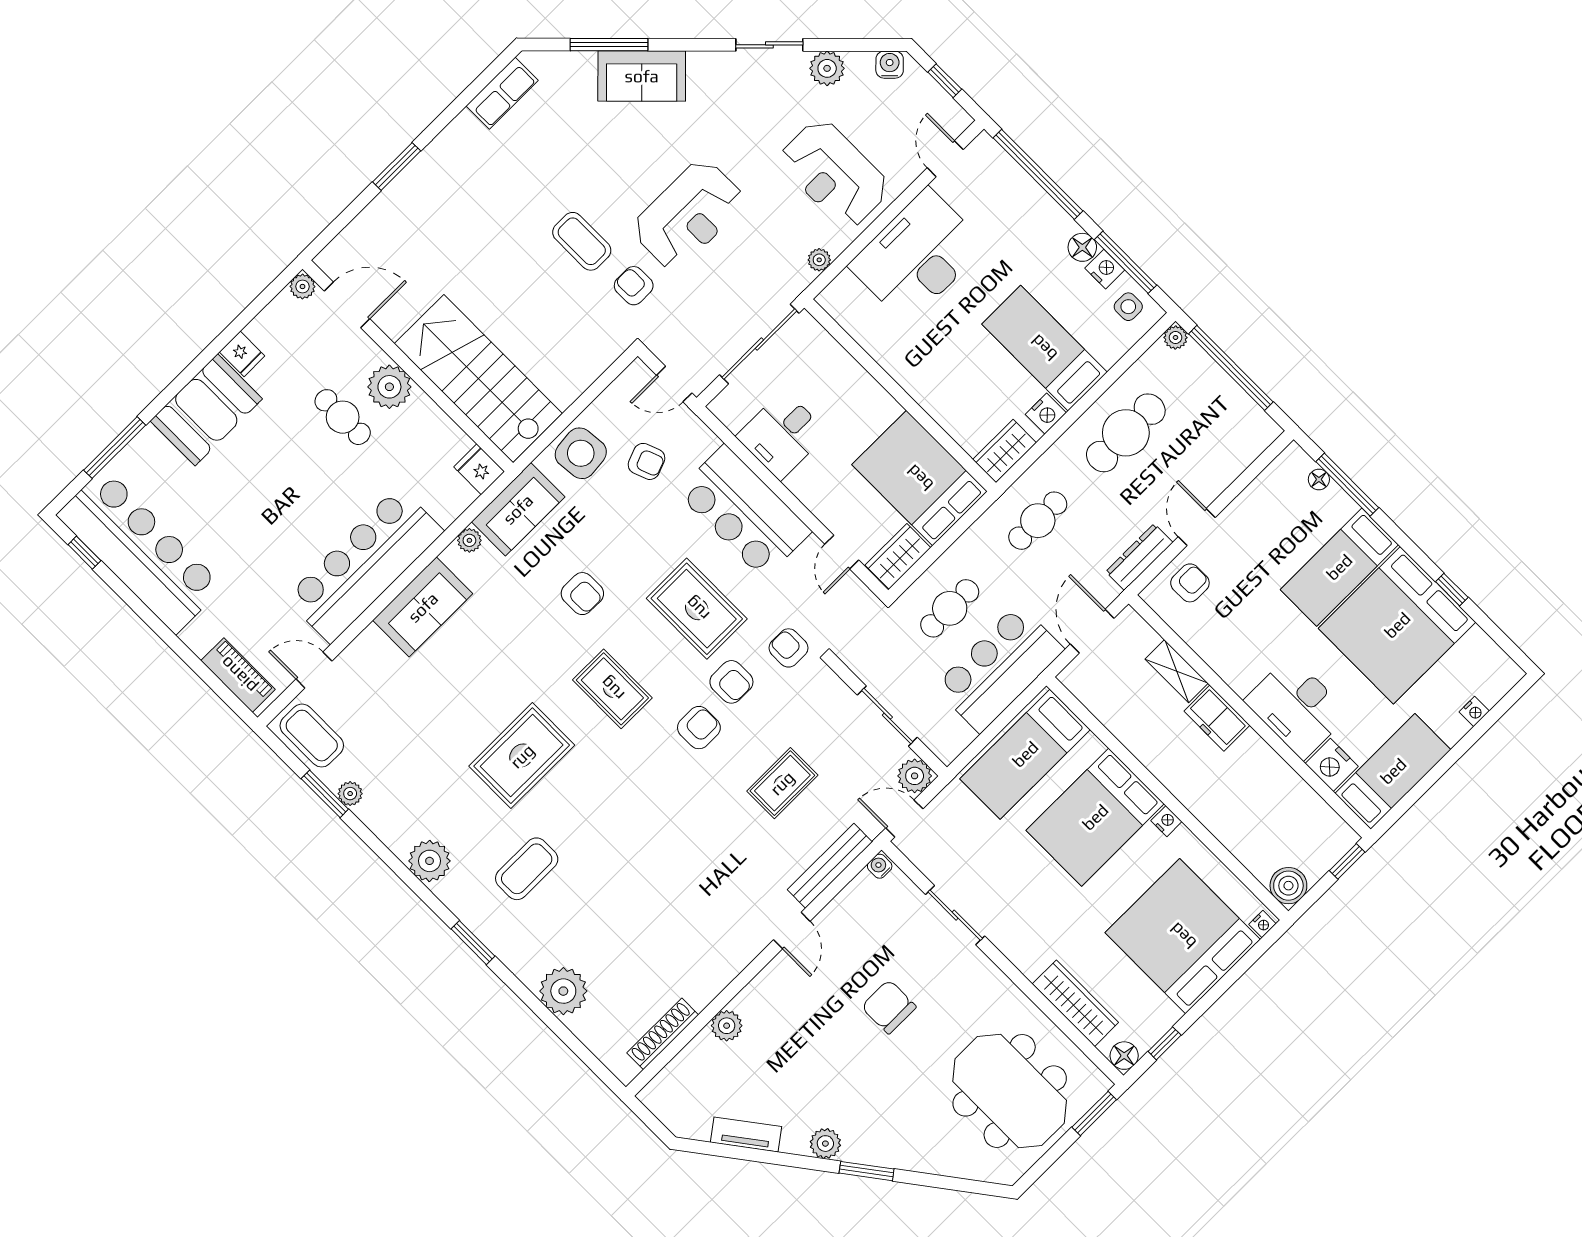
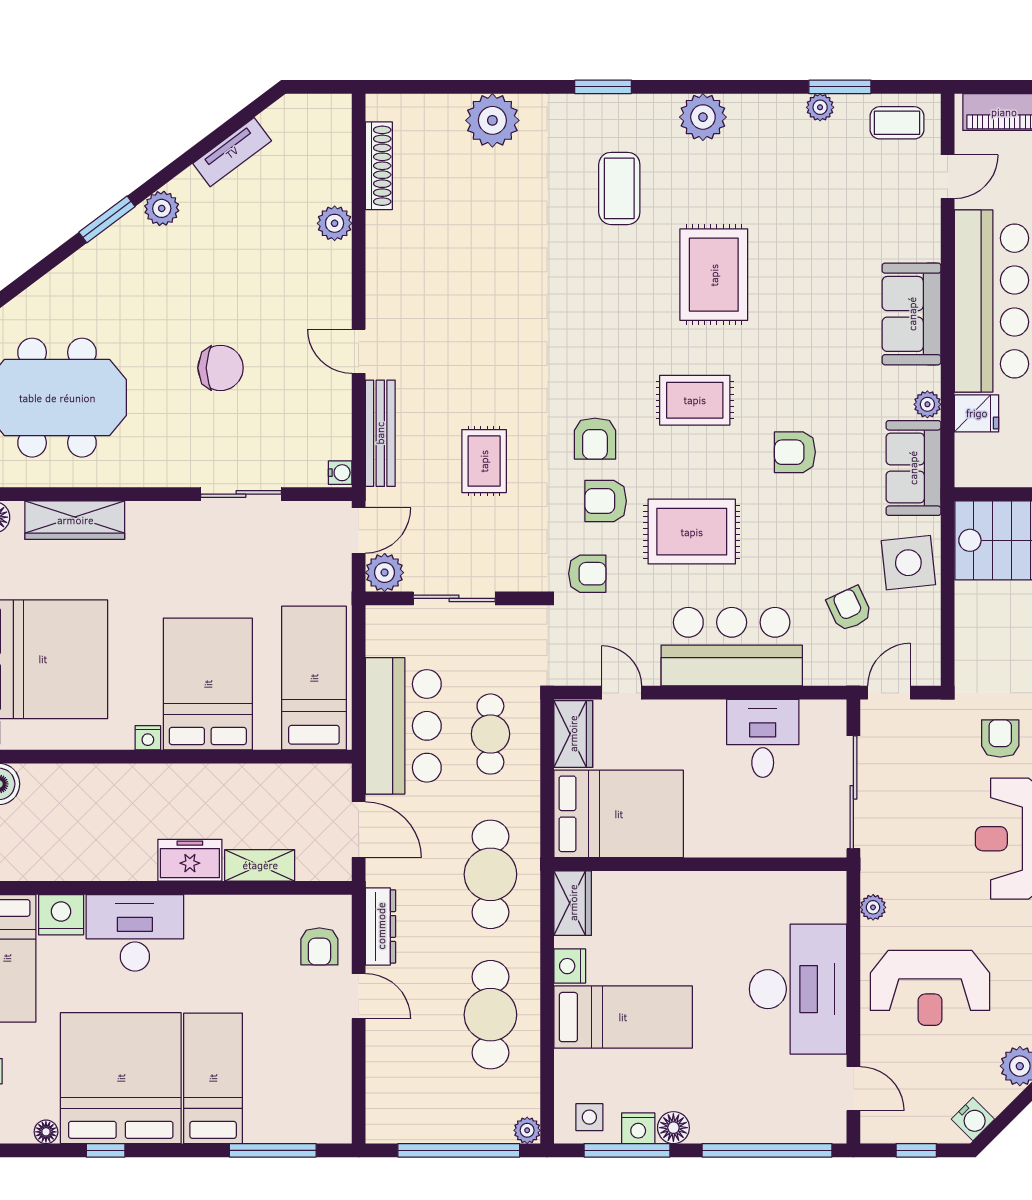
reception desk: (834, 174) -> (930, 988), turned 180
armchair: (634, 286) -> (1000, 738), turned -90
armchair: (647, 461) -> (849, 609), turned 86
fridge: (479, 469) -> (977, 413), moved
floor lamp: (1319, 479) -> (46, 1132), moved
cafe table: (1038, 521) -> (490, 874), width x1.37, depth x1.35
coffee table: (312, 736) -> (897, 123), width x0.73, depth x0.77

